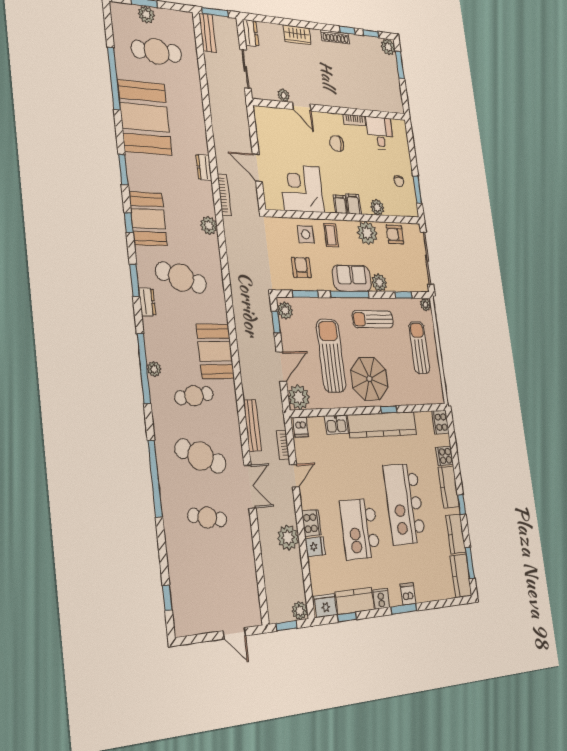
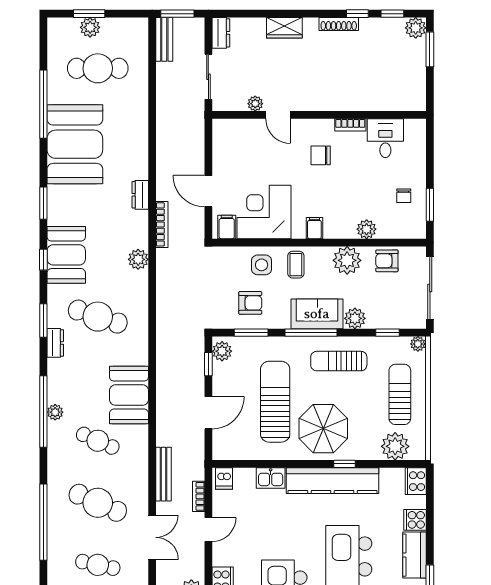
filing cabinet: (353, 204) -> (227, 227), moved
armchair: (301, 268) -> (250, 303), turned 90
cafe table: (194, 396) -> (98, 441), turned 30
plant: (299, 397) -> (395, 446), moved

